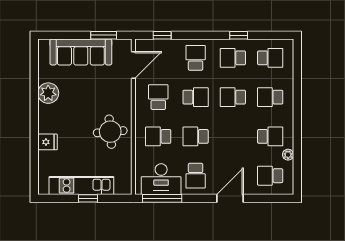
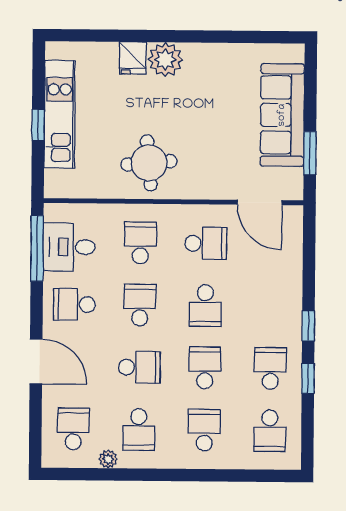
window: (162, 35) -> (308, 326), moved
school desk: (196, 58) -> (139, 367), moved
plant: (48, 93) -> (165, 60), moved
desk: (161, 179) -> (69, 247), width x0.73

